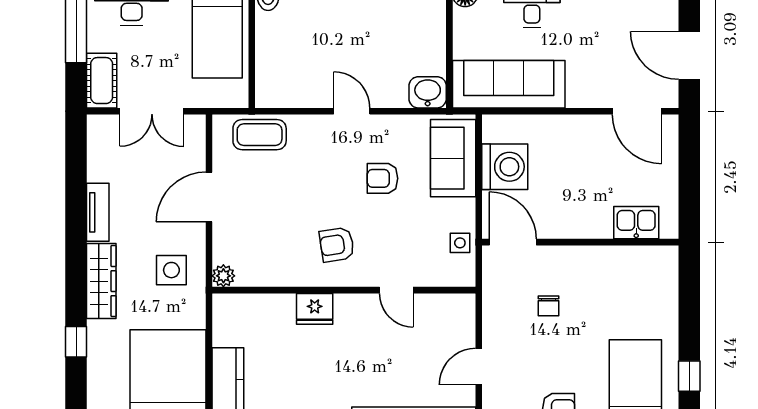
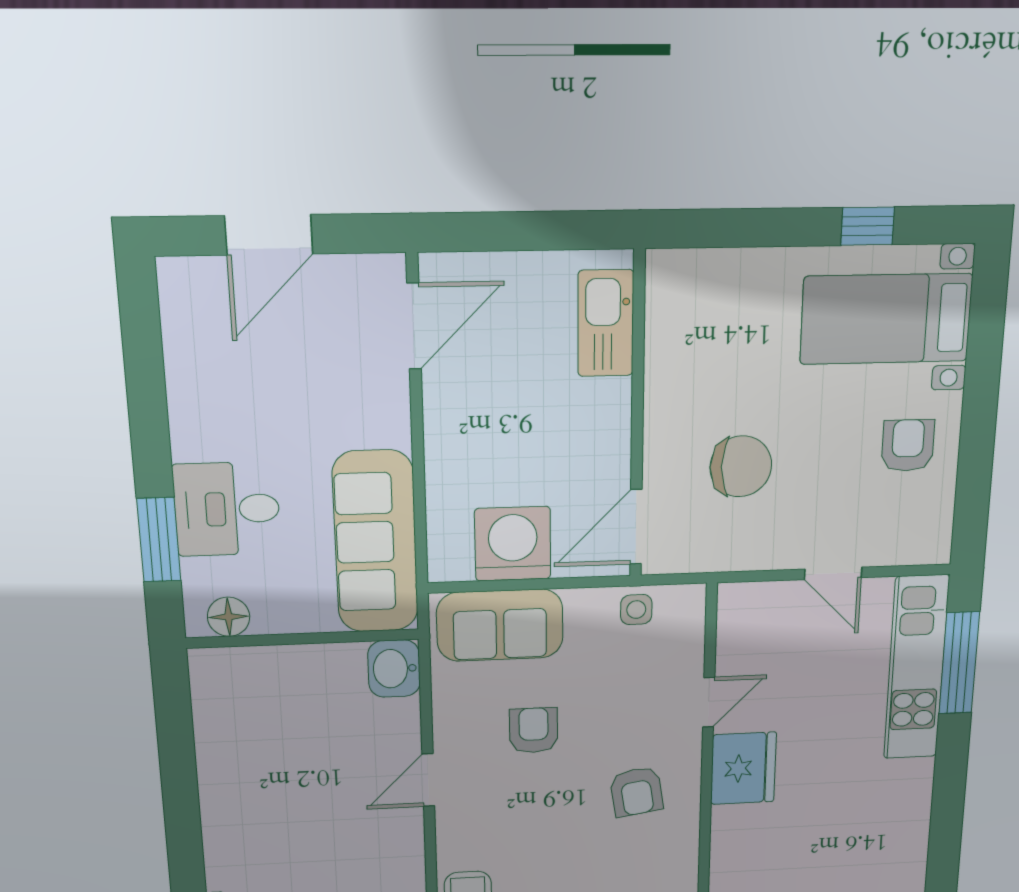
door: (689, 55) -> (269, 235), moved
armchair: (382, 178) -> (534, 730), turned 180
kitchen sink: (636, 223) -> (606, 323), width x1.38
chair: (549, 306) -> (741, 466), width x1.87, depth x1.87
fridge: (315, 309) -> (743, 768), moved, width x1.36, depth x1.34

